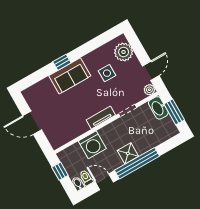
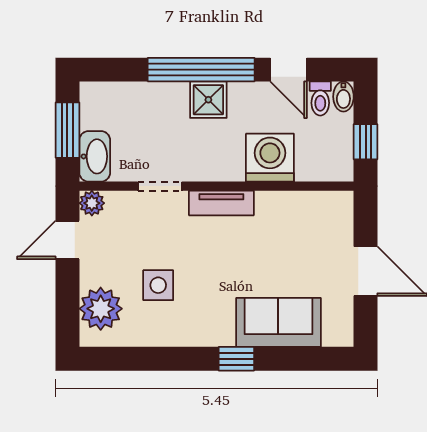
sofa: (70, 76) -> (278, 322), moved

